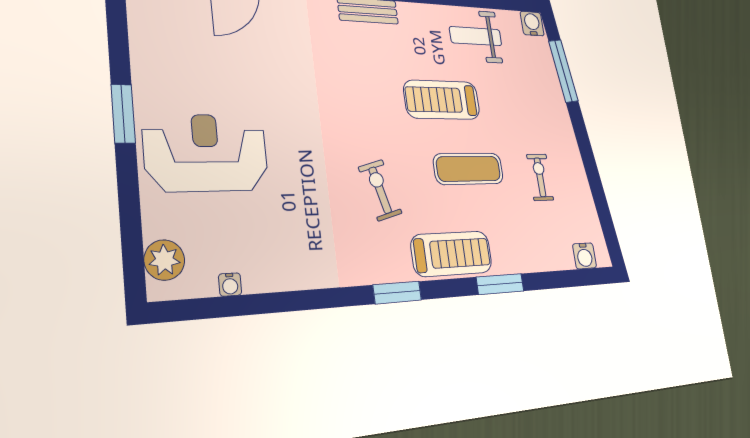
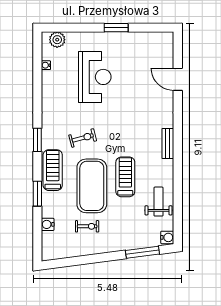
reception desk: (206, 153) -> (95, 77), moved
exercise mat: (469, 169) -> (92, 186), width x2.00, depth x1.45
treadmill: (452, 254) -> (53, 170), turned 180
water cooler: (584, 256) -> (48, 224), moved

